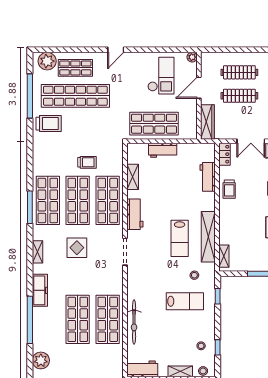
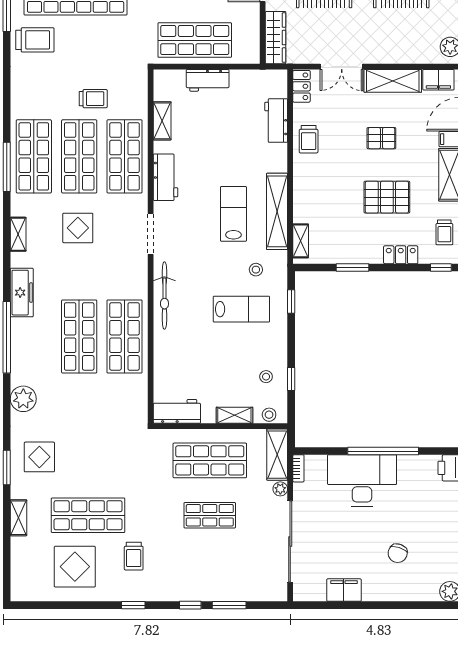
lab bench: (180, 238) -> (233, 214), turned 180
bicycle: (134, 322) -> (164, 295), moved

